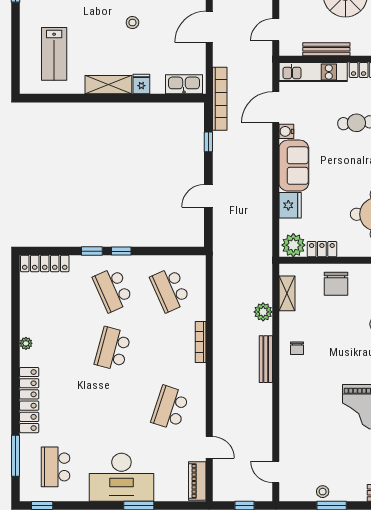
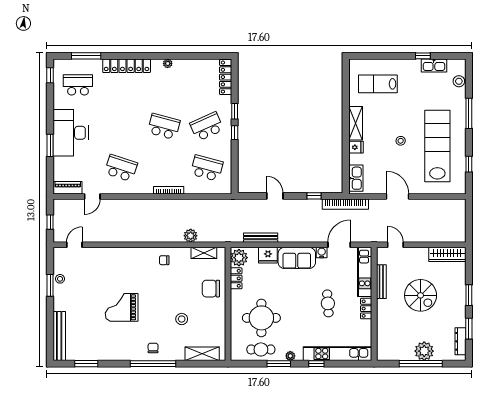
door: (276, 107) -> (339, 245), hinge flipped
school desk: (170, 290) -> (207, 168), turned 39
bench: (266, 359) -> (261, 238), moved

